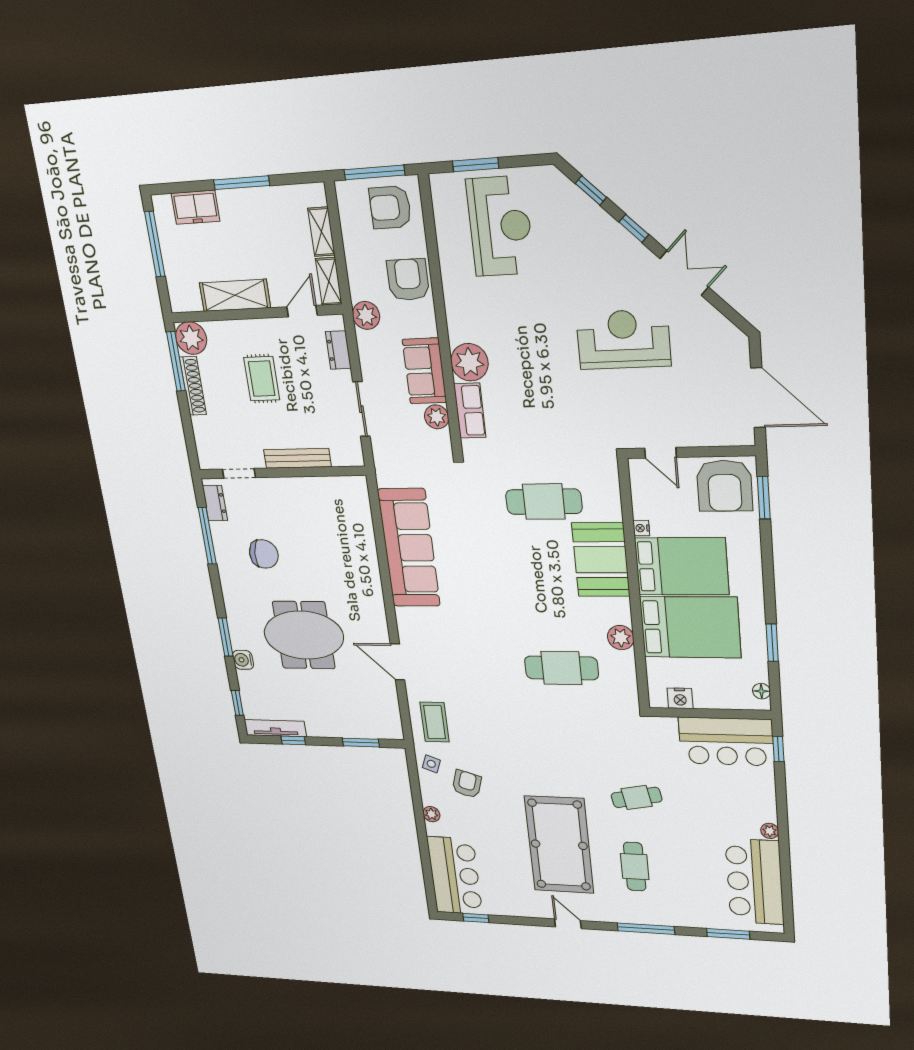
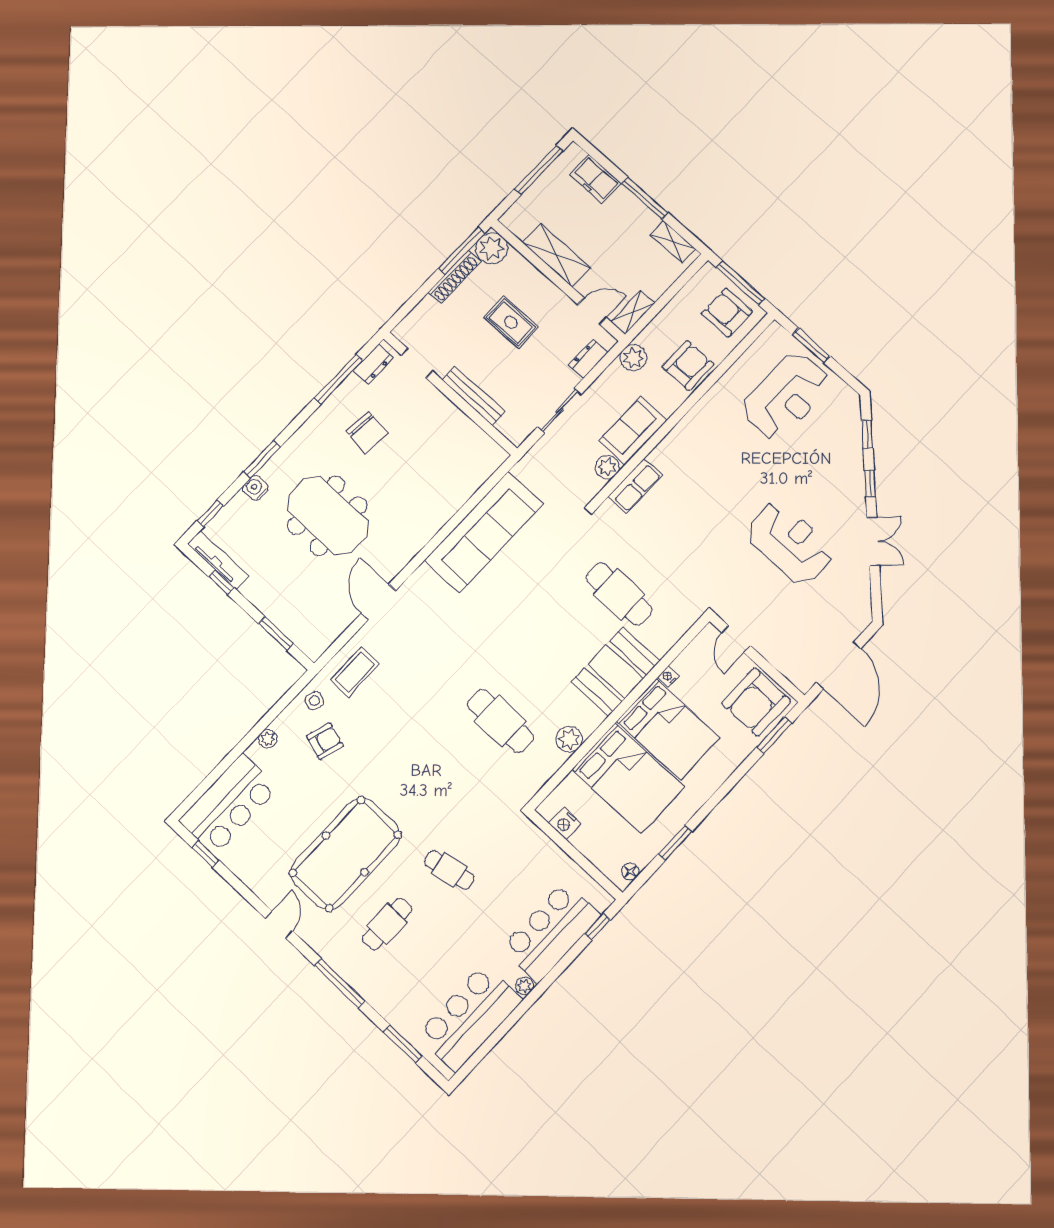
shelving: (321, 232) -> (673, 242), moved, turned 90
plant: (469, 362) -> (671, 456), removed
rug: (262, 379) -> (511, 322), turned 90
bar counter: (726, 741) -> (551, 932), moved, turned 90

